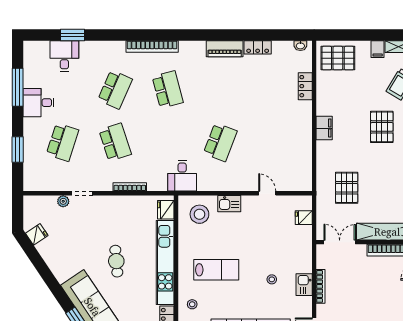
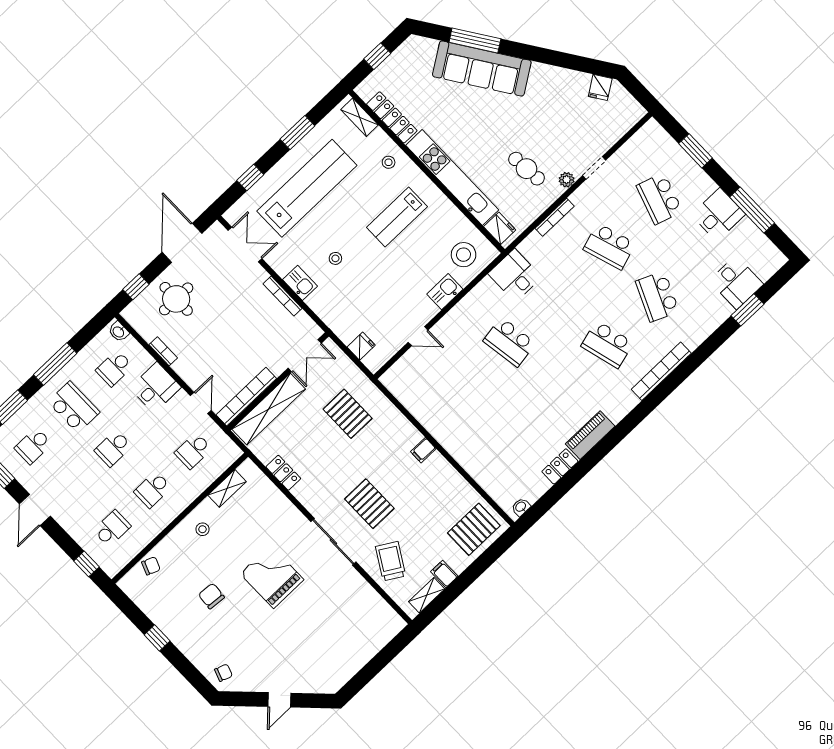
locker: (305, 86) -> (479, 473), removed
filing cabinet: (324, 128) -> (423, 450), width x0.50
school desk: (220, 142) -> (509, 342), turned -30
plant: (63, 201) -> (567, 180), moved
cafe table: (116, 261) -> (527, 169), moved

